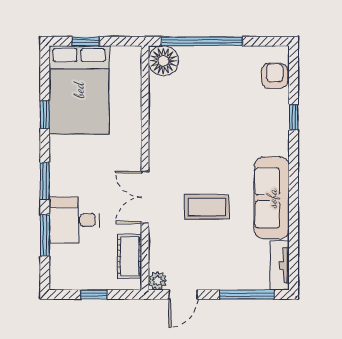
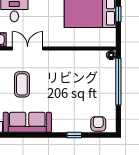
floor lamp: (163, 61) -> (111, 55), width x0.53, depth x0.53
armchair: (275, 76) -> (98, 124), turned -90

